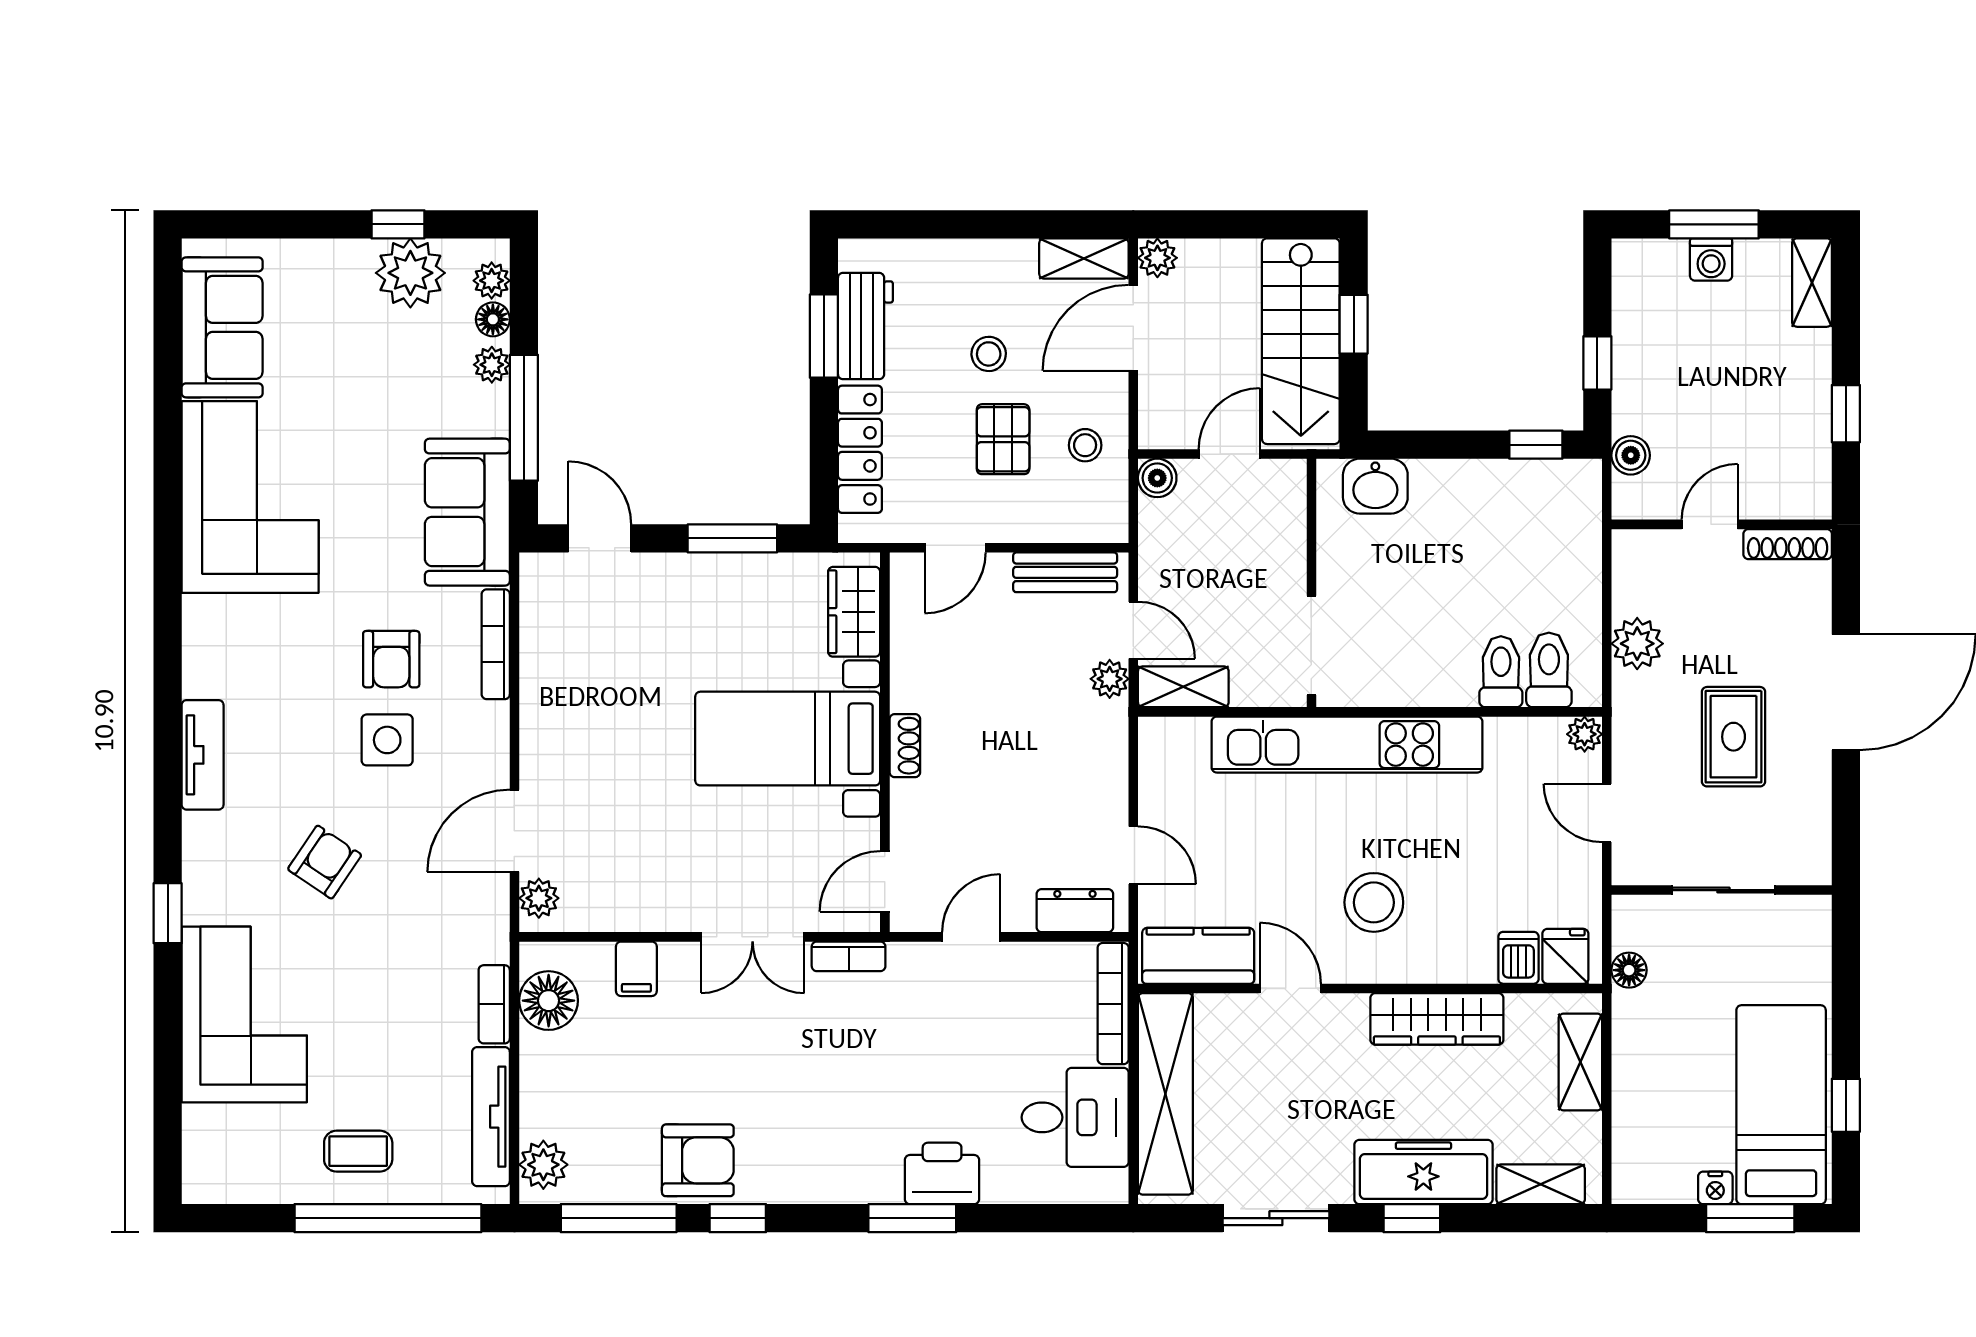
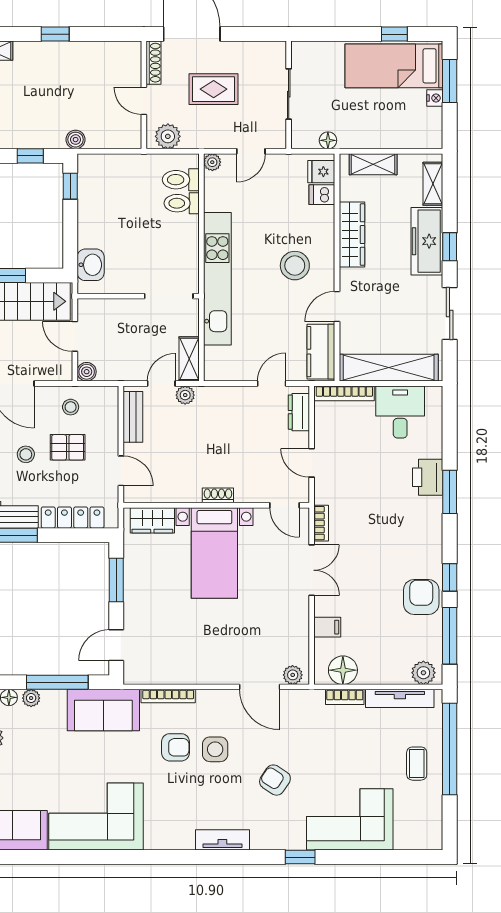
door: (1710, 524) -> (144, 101), moved
wall: (1722, 524) -> (144, 95), moved
shoe rack: (1788, 544) -> (154, 63), moved

